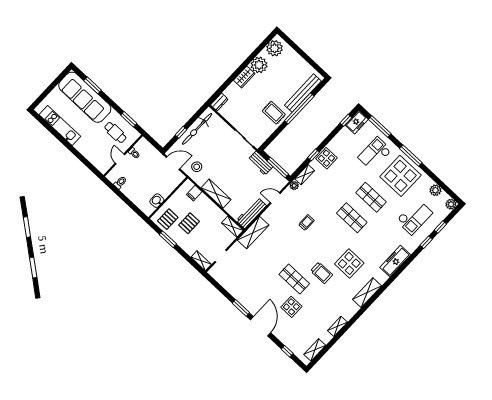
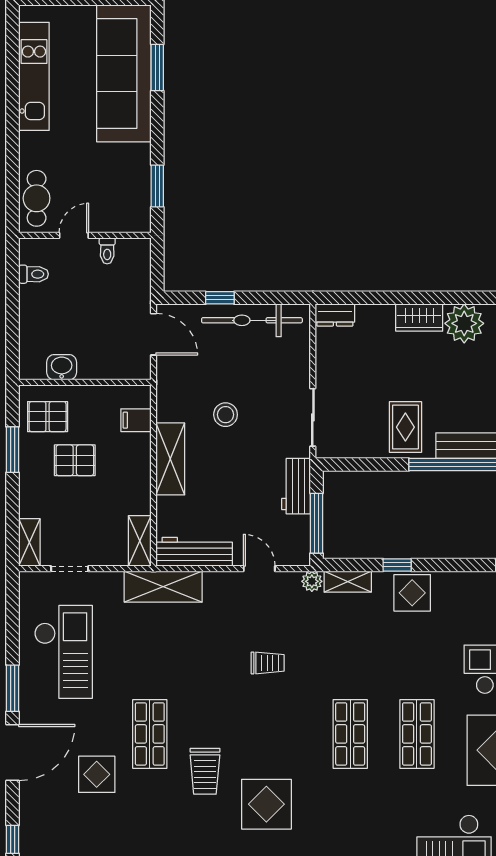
cafe table: (115, 132) -> (37, 198), moved
stool: (197, 167) -> (226, 415), moved
checkout: (244, 282) -> (63, 652), added

